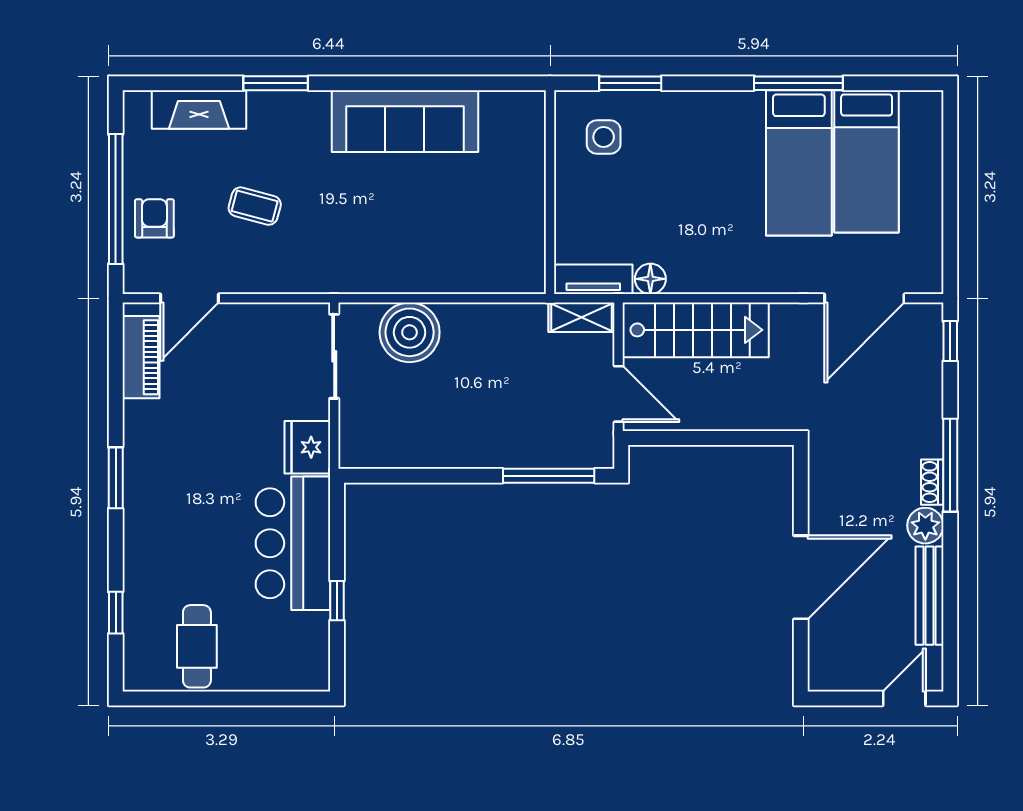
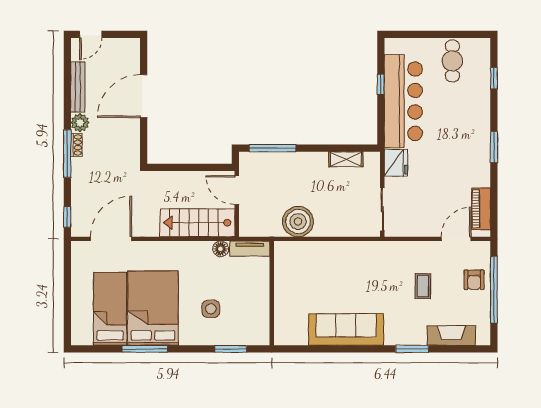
side table: (604, 137) -> (211, 309), moved
bed: (799, 163) -> (153, 308), width x1.50
coffee table: (255, 206) -> (423, 286), turned 75
shelving: (582, 317) -> (346, 159), moved
boiler: (410, 332) -> (298, 221), moved
bar counter: (293, 543) -> (403, 101), width x1.36

